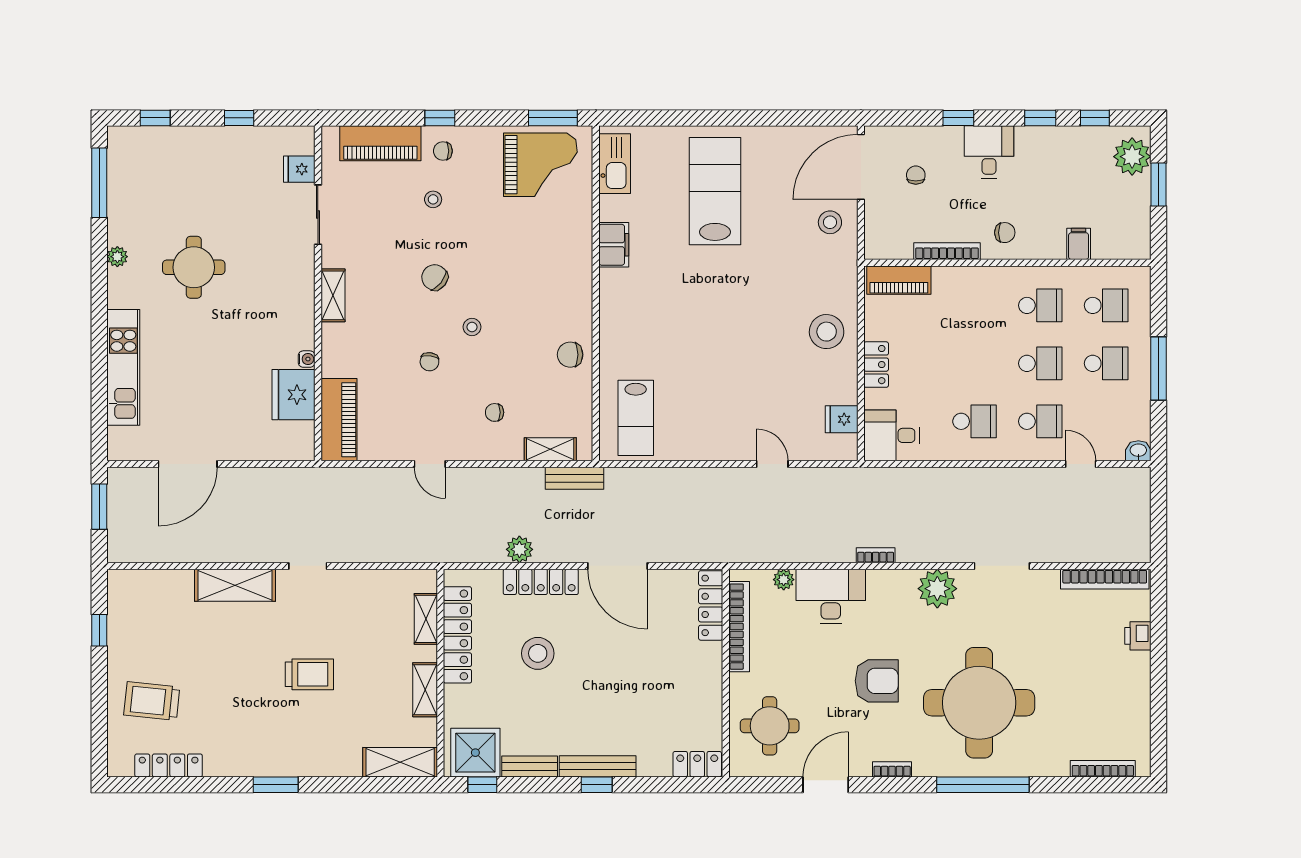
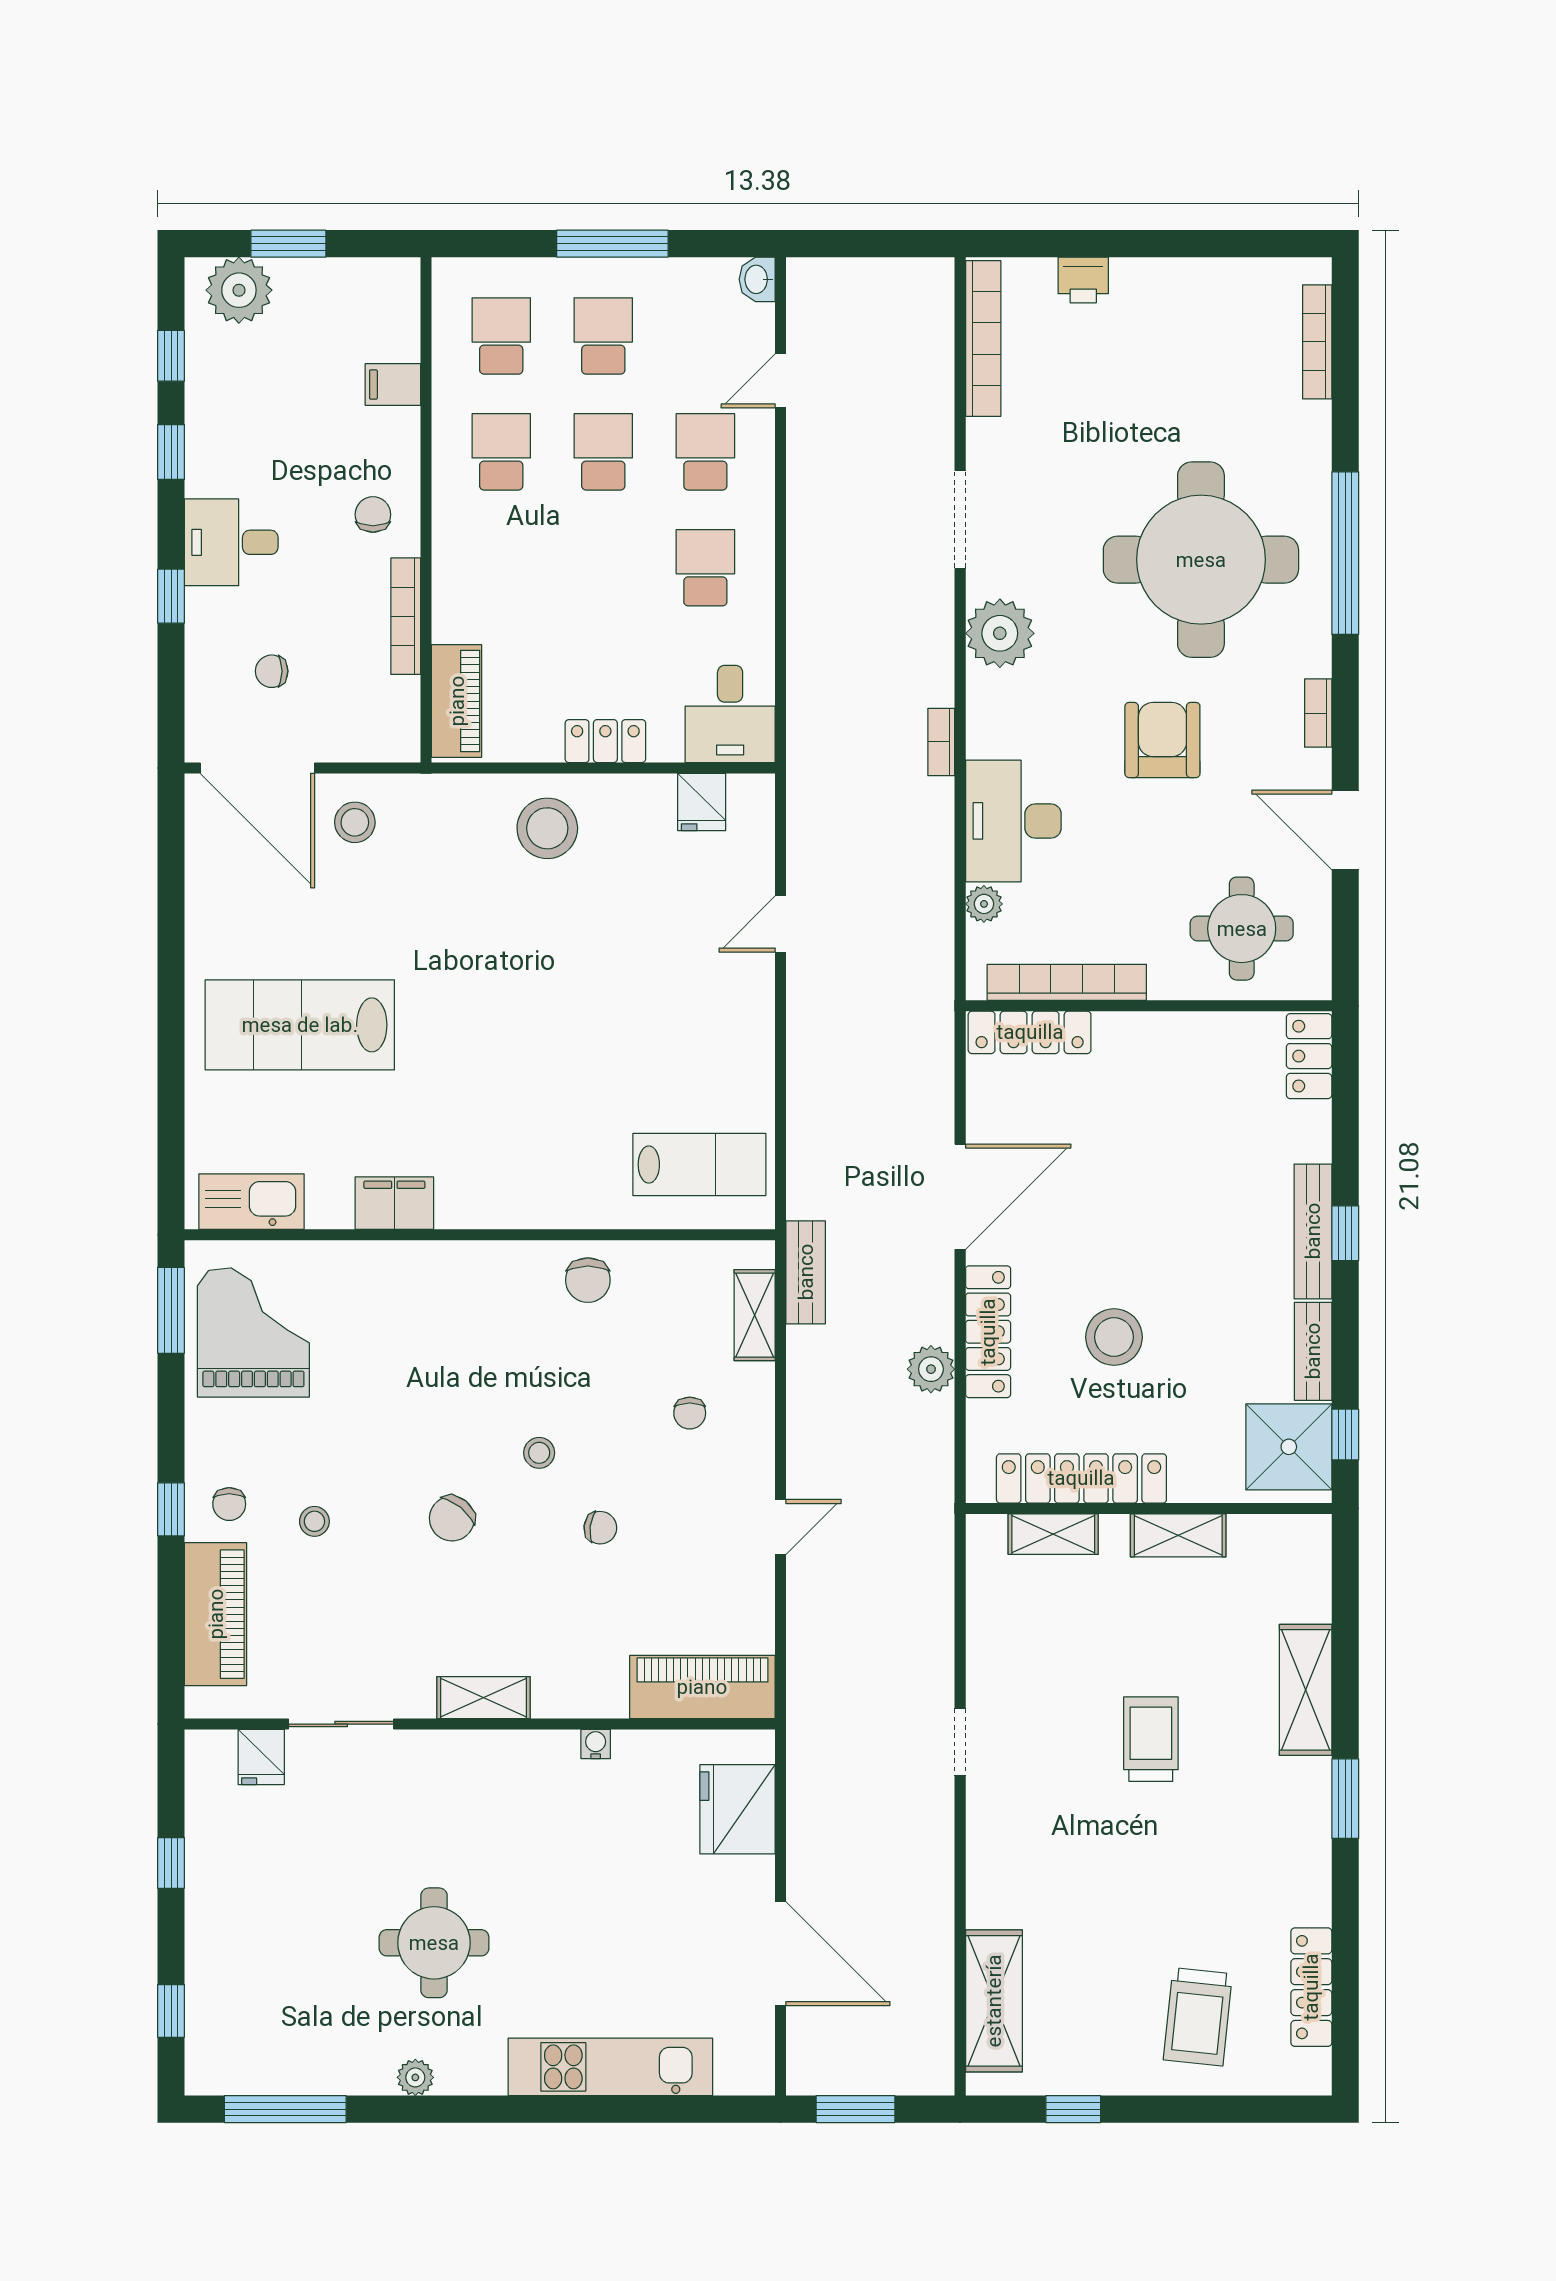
fridge: (294, 395) -> (737, 1809), moved, turned 90
shelving: (235, 585) -> (994, 2001), moved
shelving: (400, 762) -> (1306, 1690), moved

